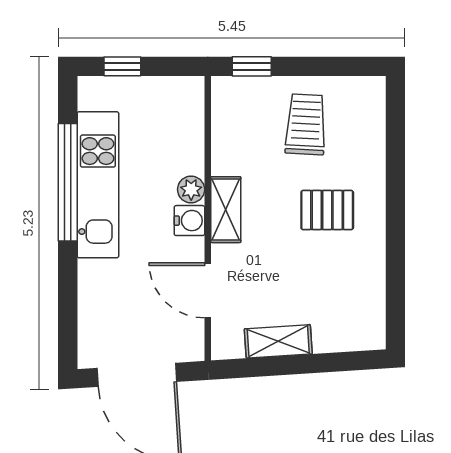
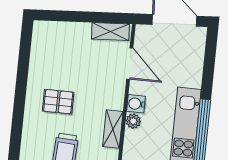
shelving: (226, 210) -> (113, 129), moved
shelving: (278, 341) -> (110, 32), moved

